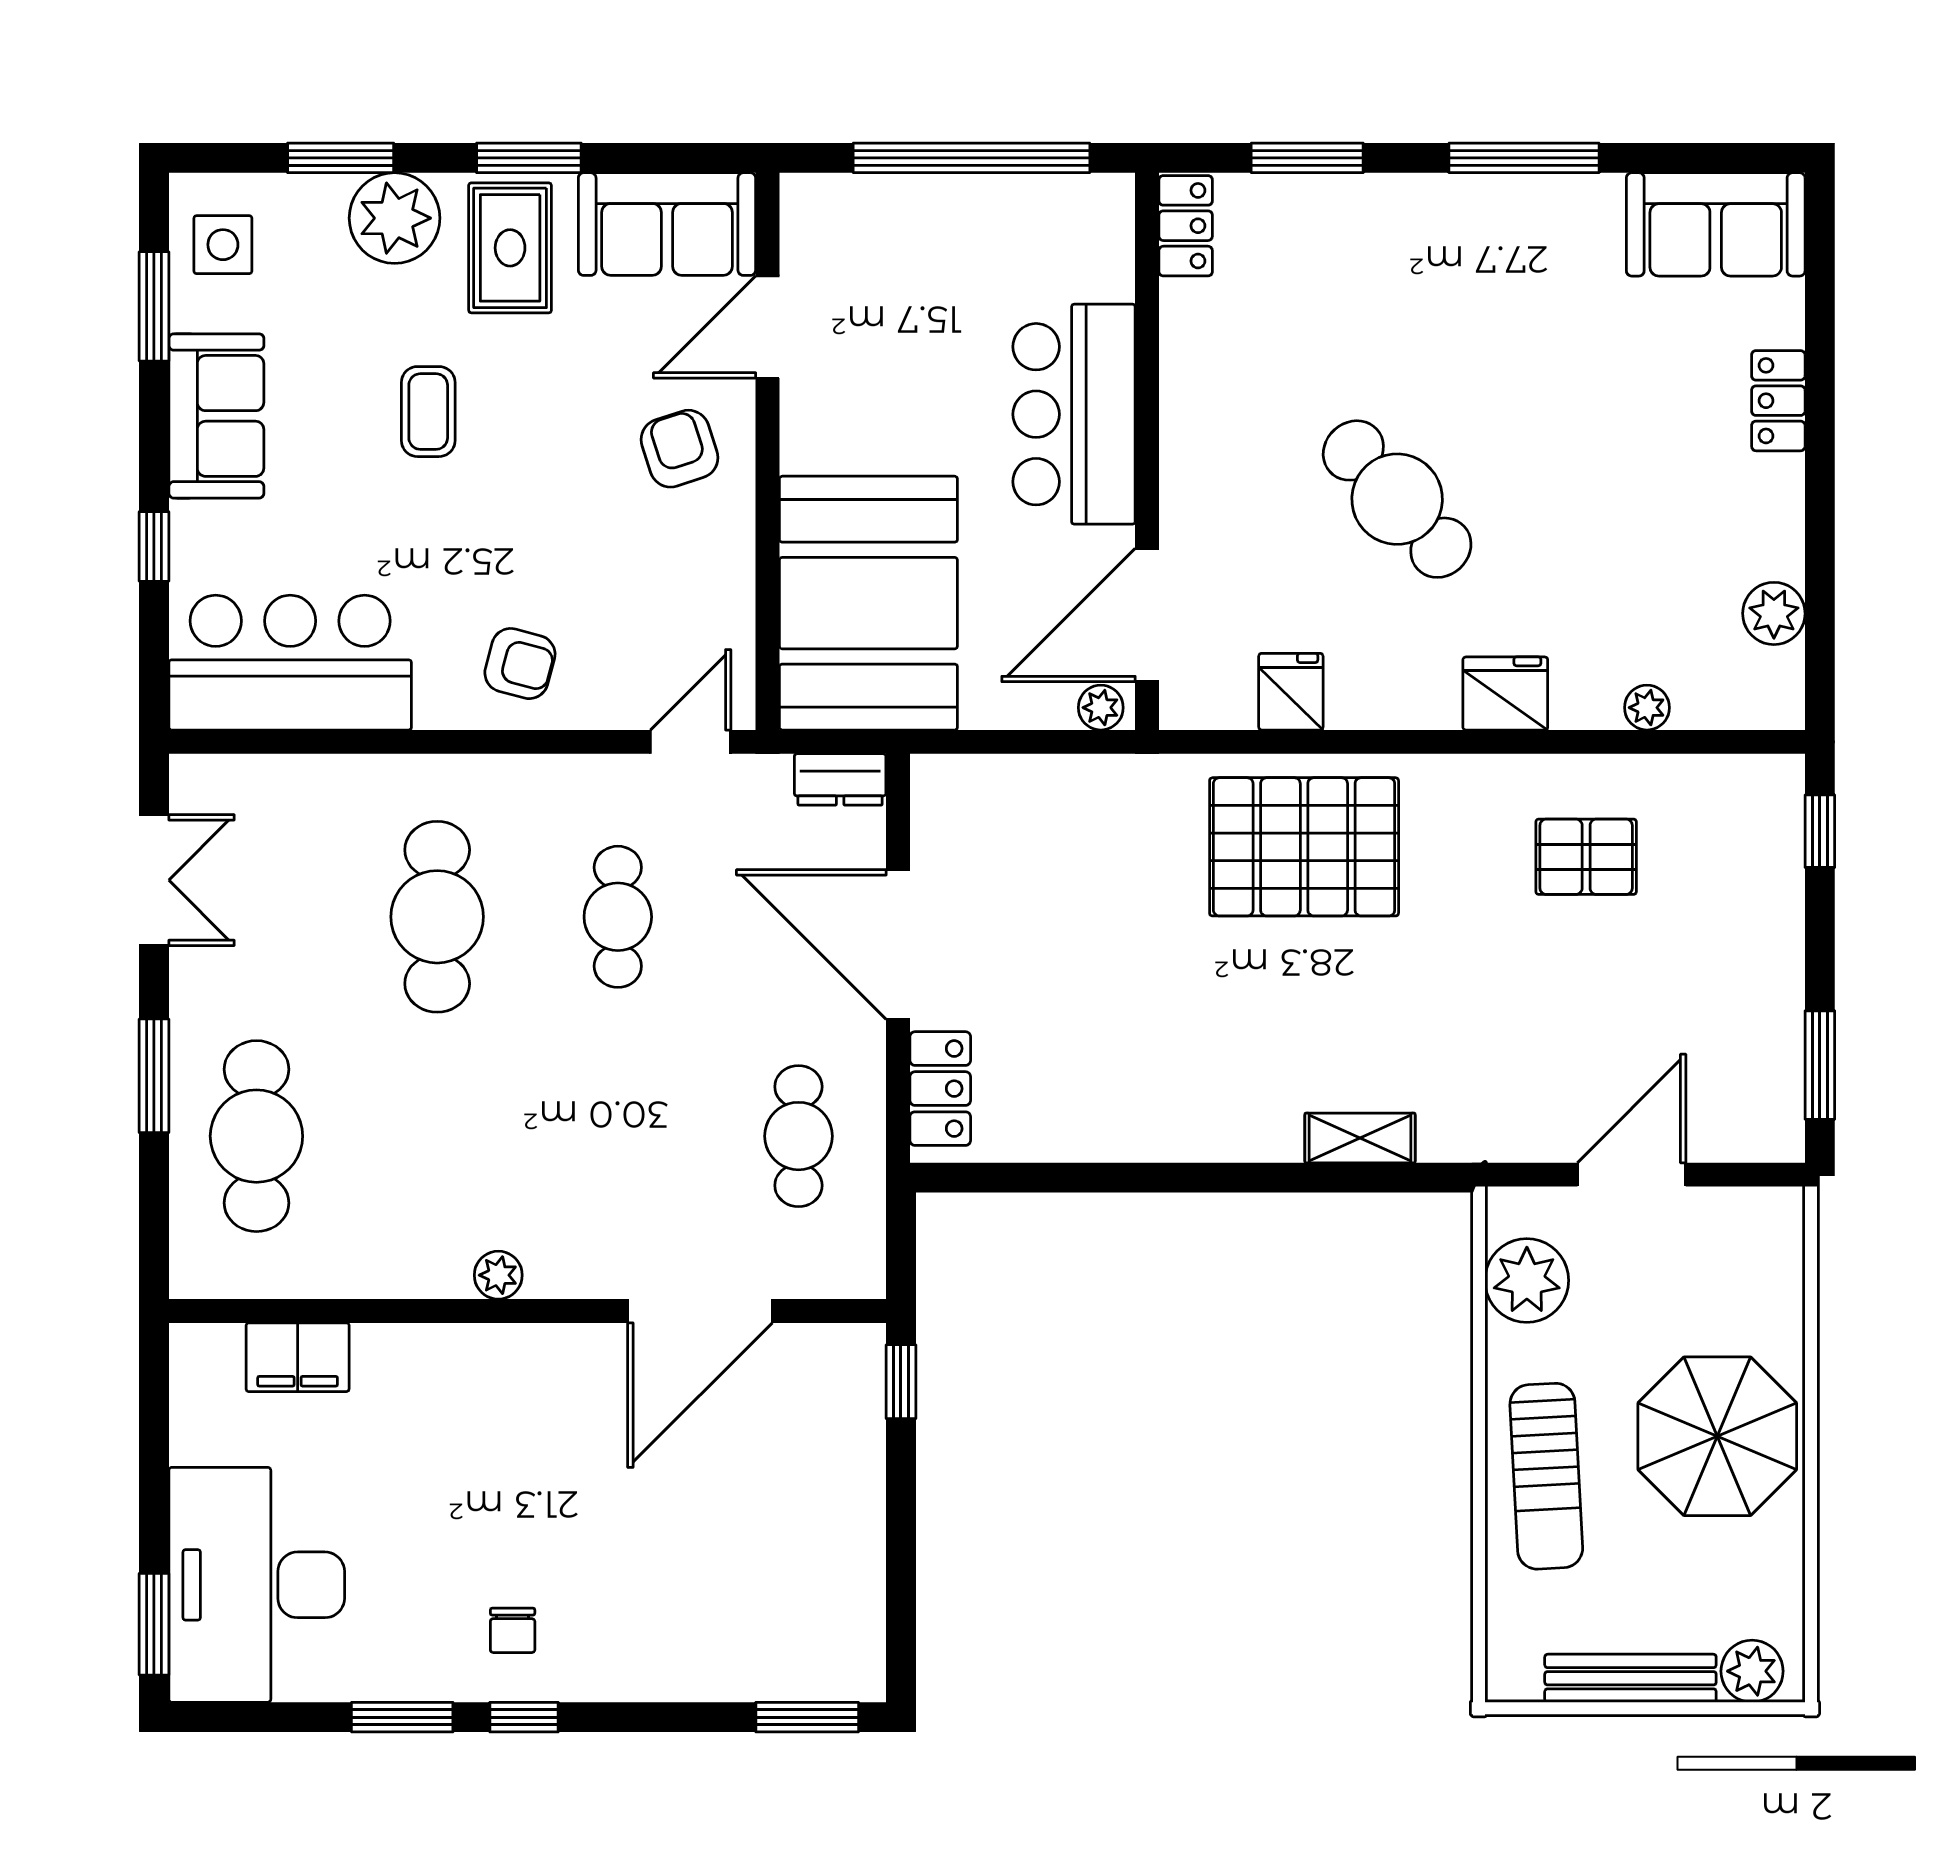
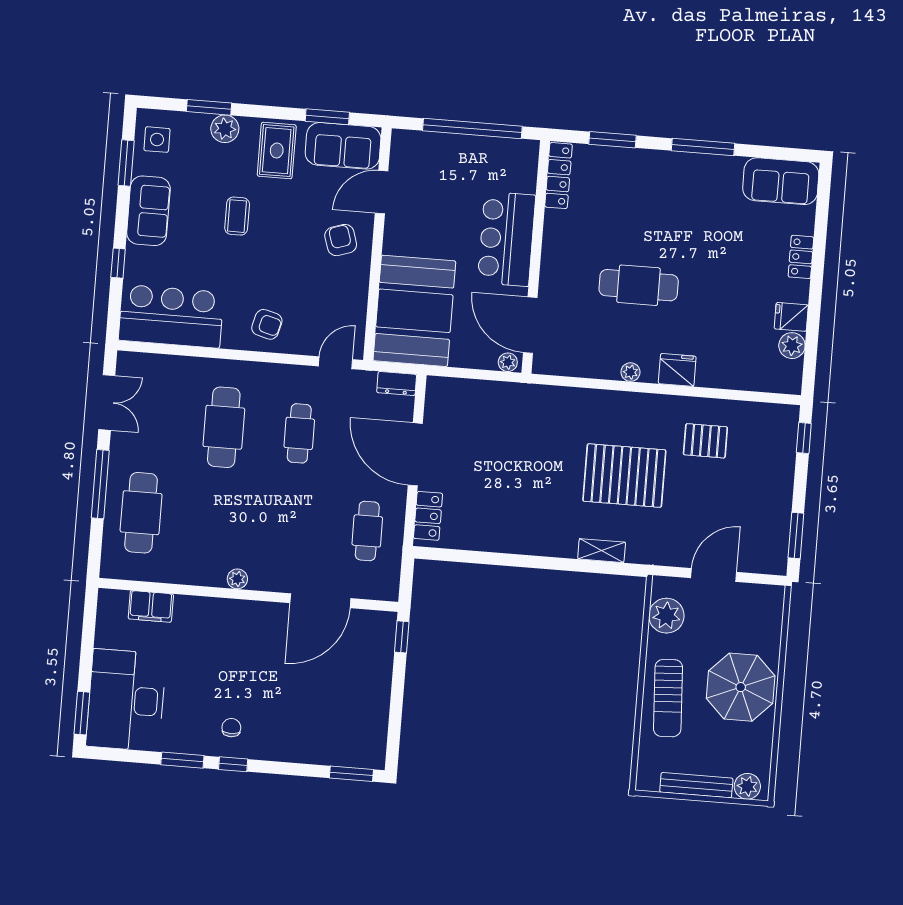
window: (529, 158) -> (327, 117), moved
plant: (395, 218) -> (225, 129), width x0.73, depth x0.73
locker: (1186, 226) -> (559, 176), width x1.53
cafe table: (1397, 499) -> (639, 285), turned -48
door: (1147, 615) -> (530, 325), hinge flipped
fridge: (1291, 692) -> (791, 317), moved, turned -90
plant: (1647, 708) -> (630, 372), moved
pallet: (1304, 847) -> (624, 476), moved
window: (154, 1076) -> (100, 484), width x1.44
chair: (513, 1630) -> (231, 728), turned 180

